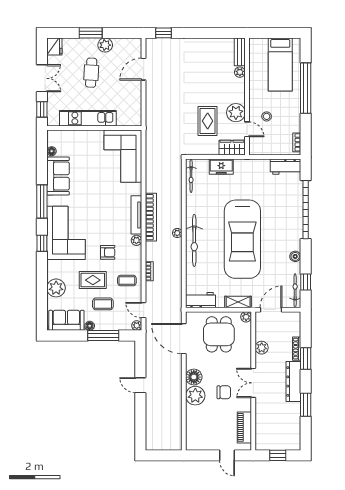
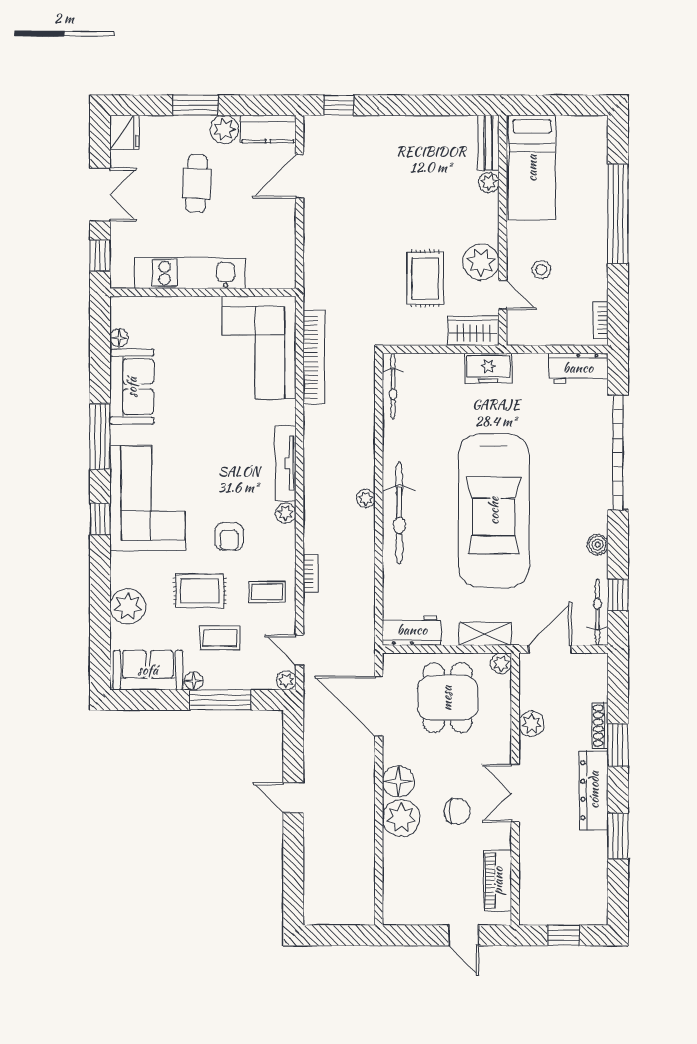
kitchen counter: (127, 45) -> (268, 129), added
bed: (280, 65) -> (532, 168), moved
freezer: (221, 167) -> (488, 368), moved
bookcase: (151, 217) -> (314, 357), moved
armchair: (108, 252) -> (229, 537), turned 90

